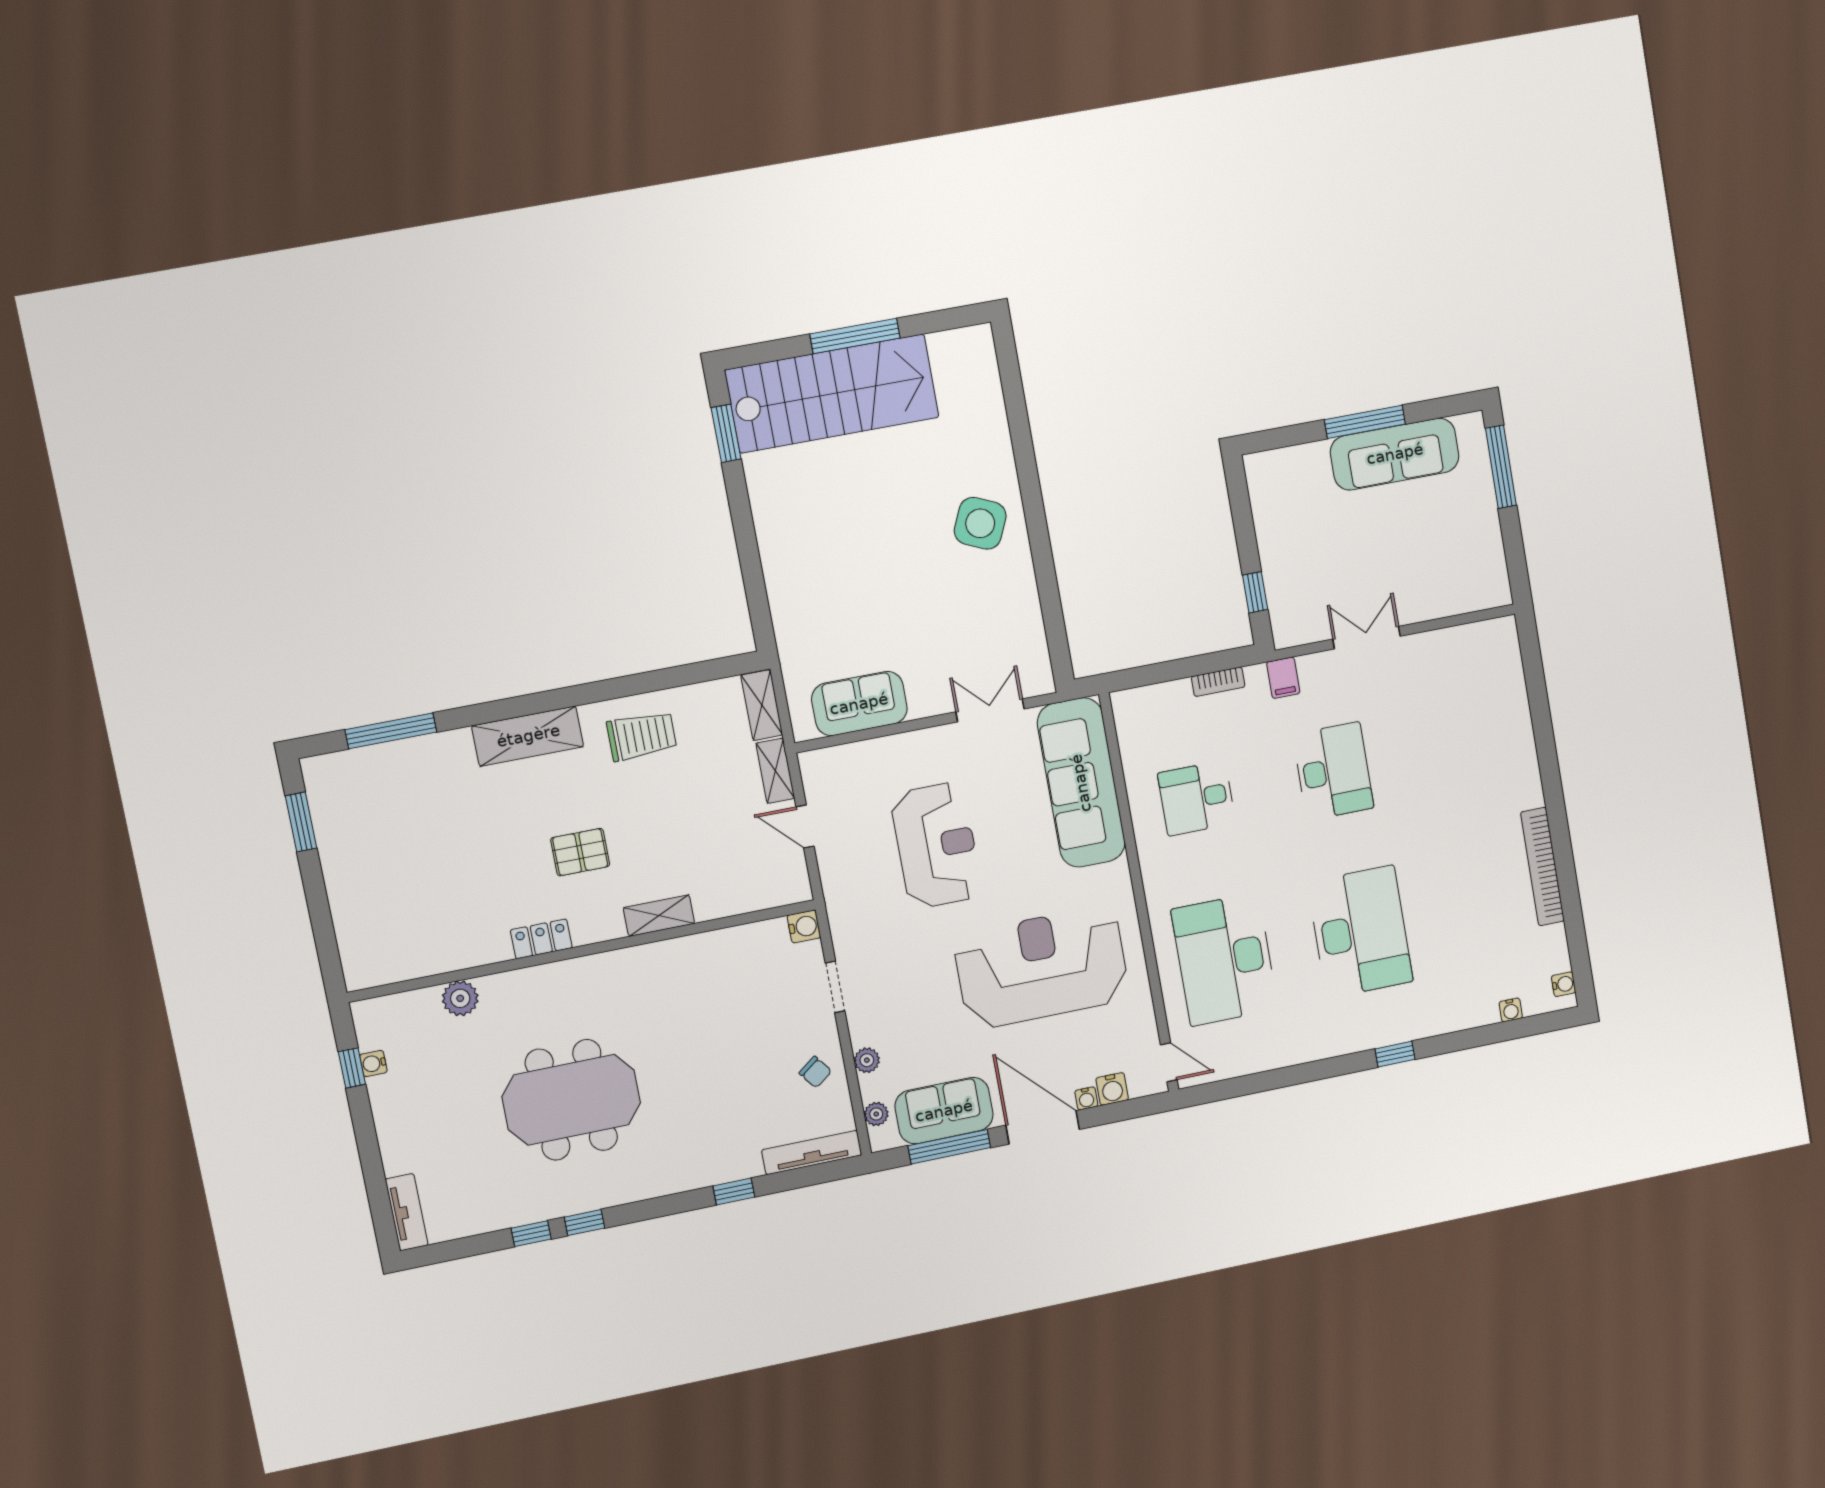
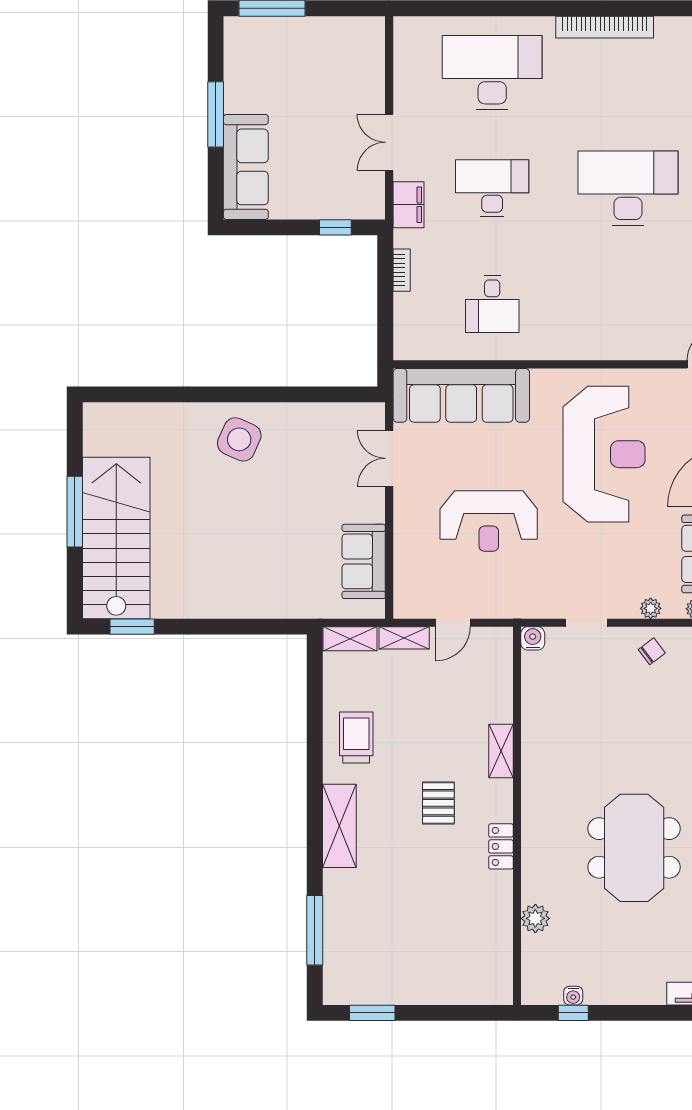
sofa: (1395, 454) -> (246, 167), moved
filing cabinet: (1283, 678) -> (408, 205), width x2.00
reception desk: (936, 845) -> (489, 521), turned 180
desk: (1225, 959) -> (492, 73), moved, turned 180
reception desk: (1042, 967) -> (604, 454), turned 180

